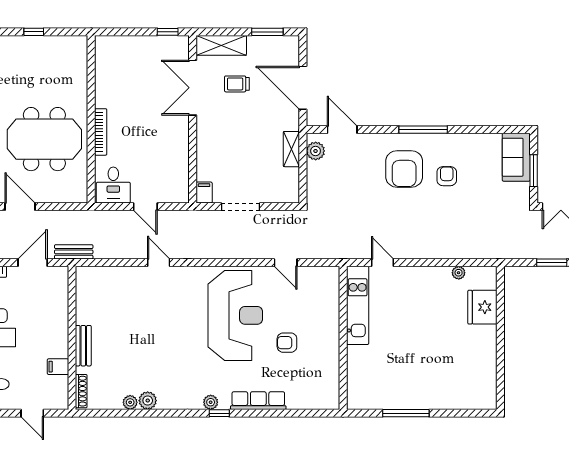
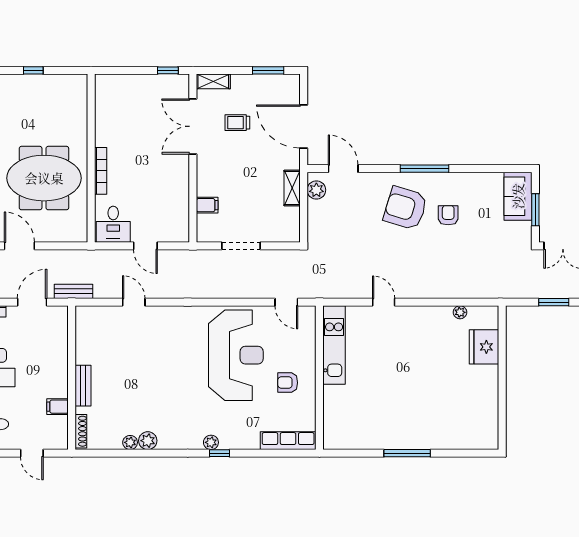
shelving: (221, 45) -> (213, 81), width x0.67, depth x0.75
armchair: (404, 169) -> (405, 208), turned 107
filing cabinet: (204, 193) -> (207, 205), moved, turned 90
door: (159, 263) -> (134, 302), moved
kitchen unit: (358, 305) -> (334, 345), moved
wall: (343, 338) -> (319, 378), moved
row of seats: (258, 401) -> (288, 441), moved

